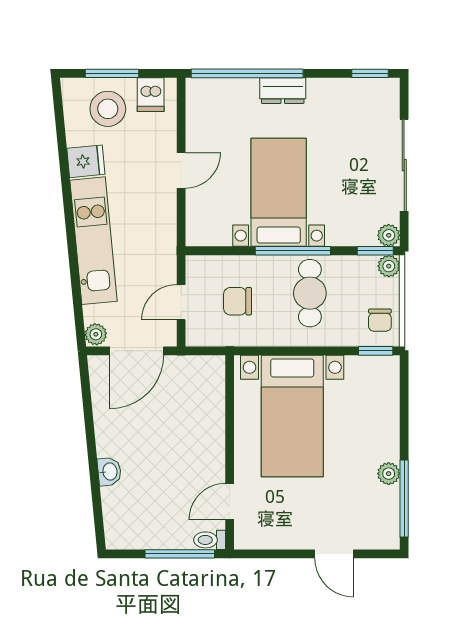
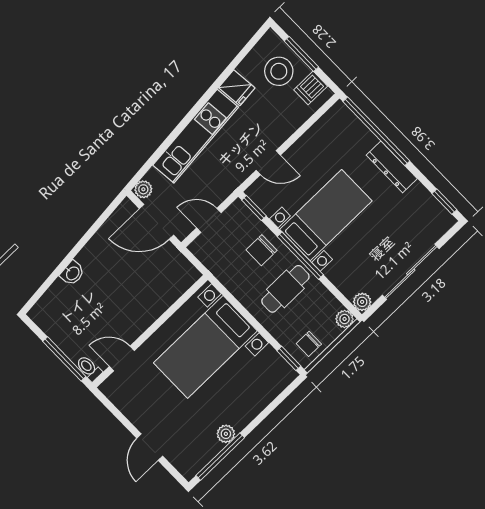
dresser: (283, 91) -> (392, 167), width x1.44
door: (181, 170) -> (268, 163), moved
window: (375, 251) -> (254, 208), moved
chair: (238, 301) -> (262, 250), moved, turned -90

